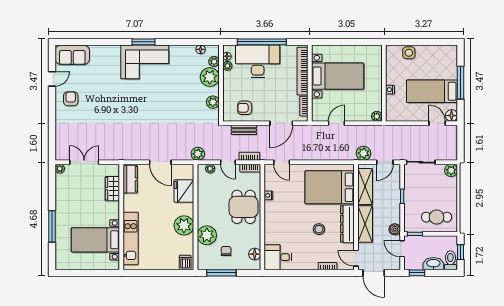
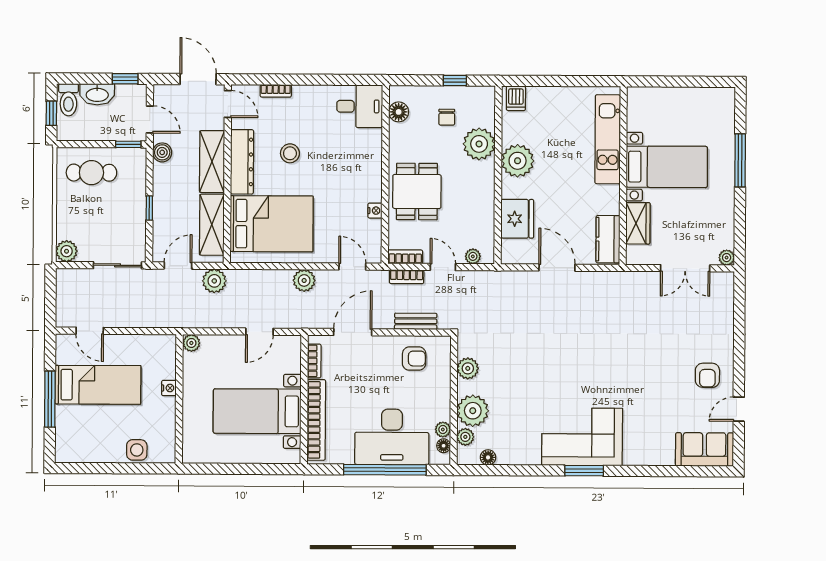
floor lamp: (452, 116) -> (65, 344), removed
plant: (198, 154) -> (304, 280), moved
bed with nightstands: (95, 240) -> (667, 167), moved
window: (221, 273) -> (455, 80), width x0.46

